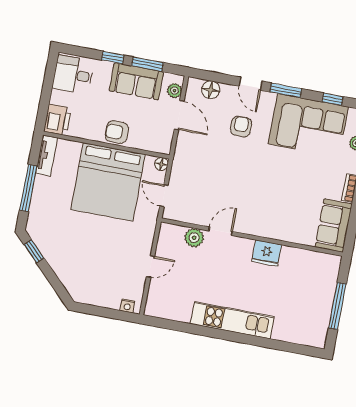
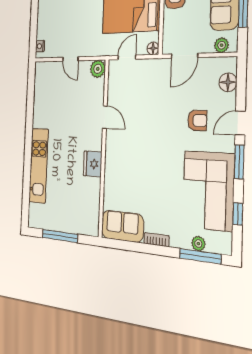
door: (179, 115) -> (184, 56), moved
plant: (194, 238) -> (98, 69), moved
kitchen unit: (232, 320) -> (39, 166), moved

